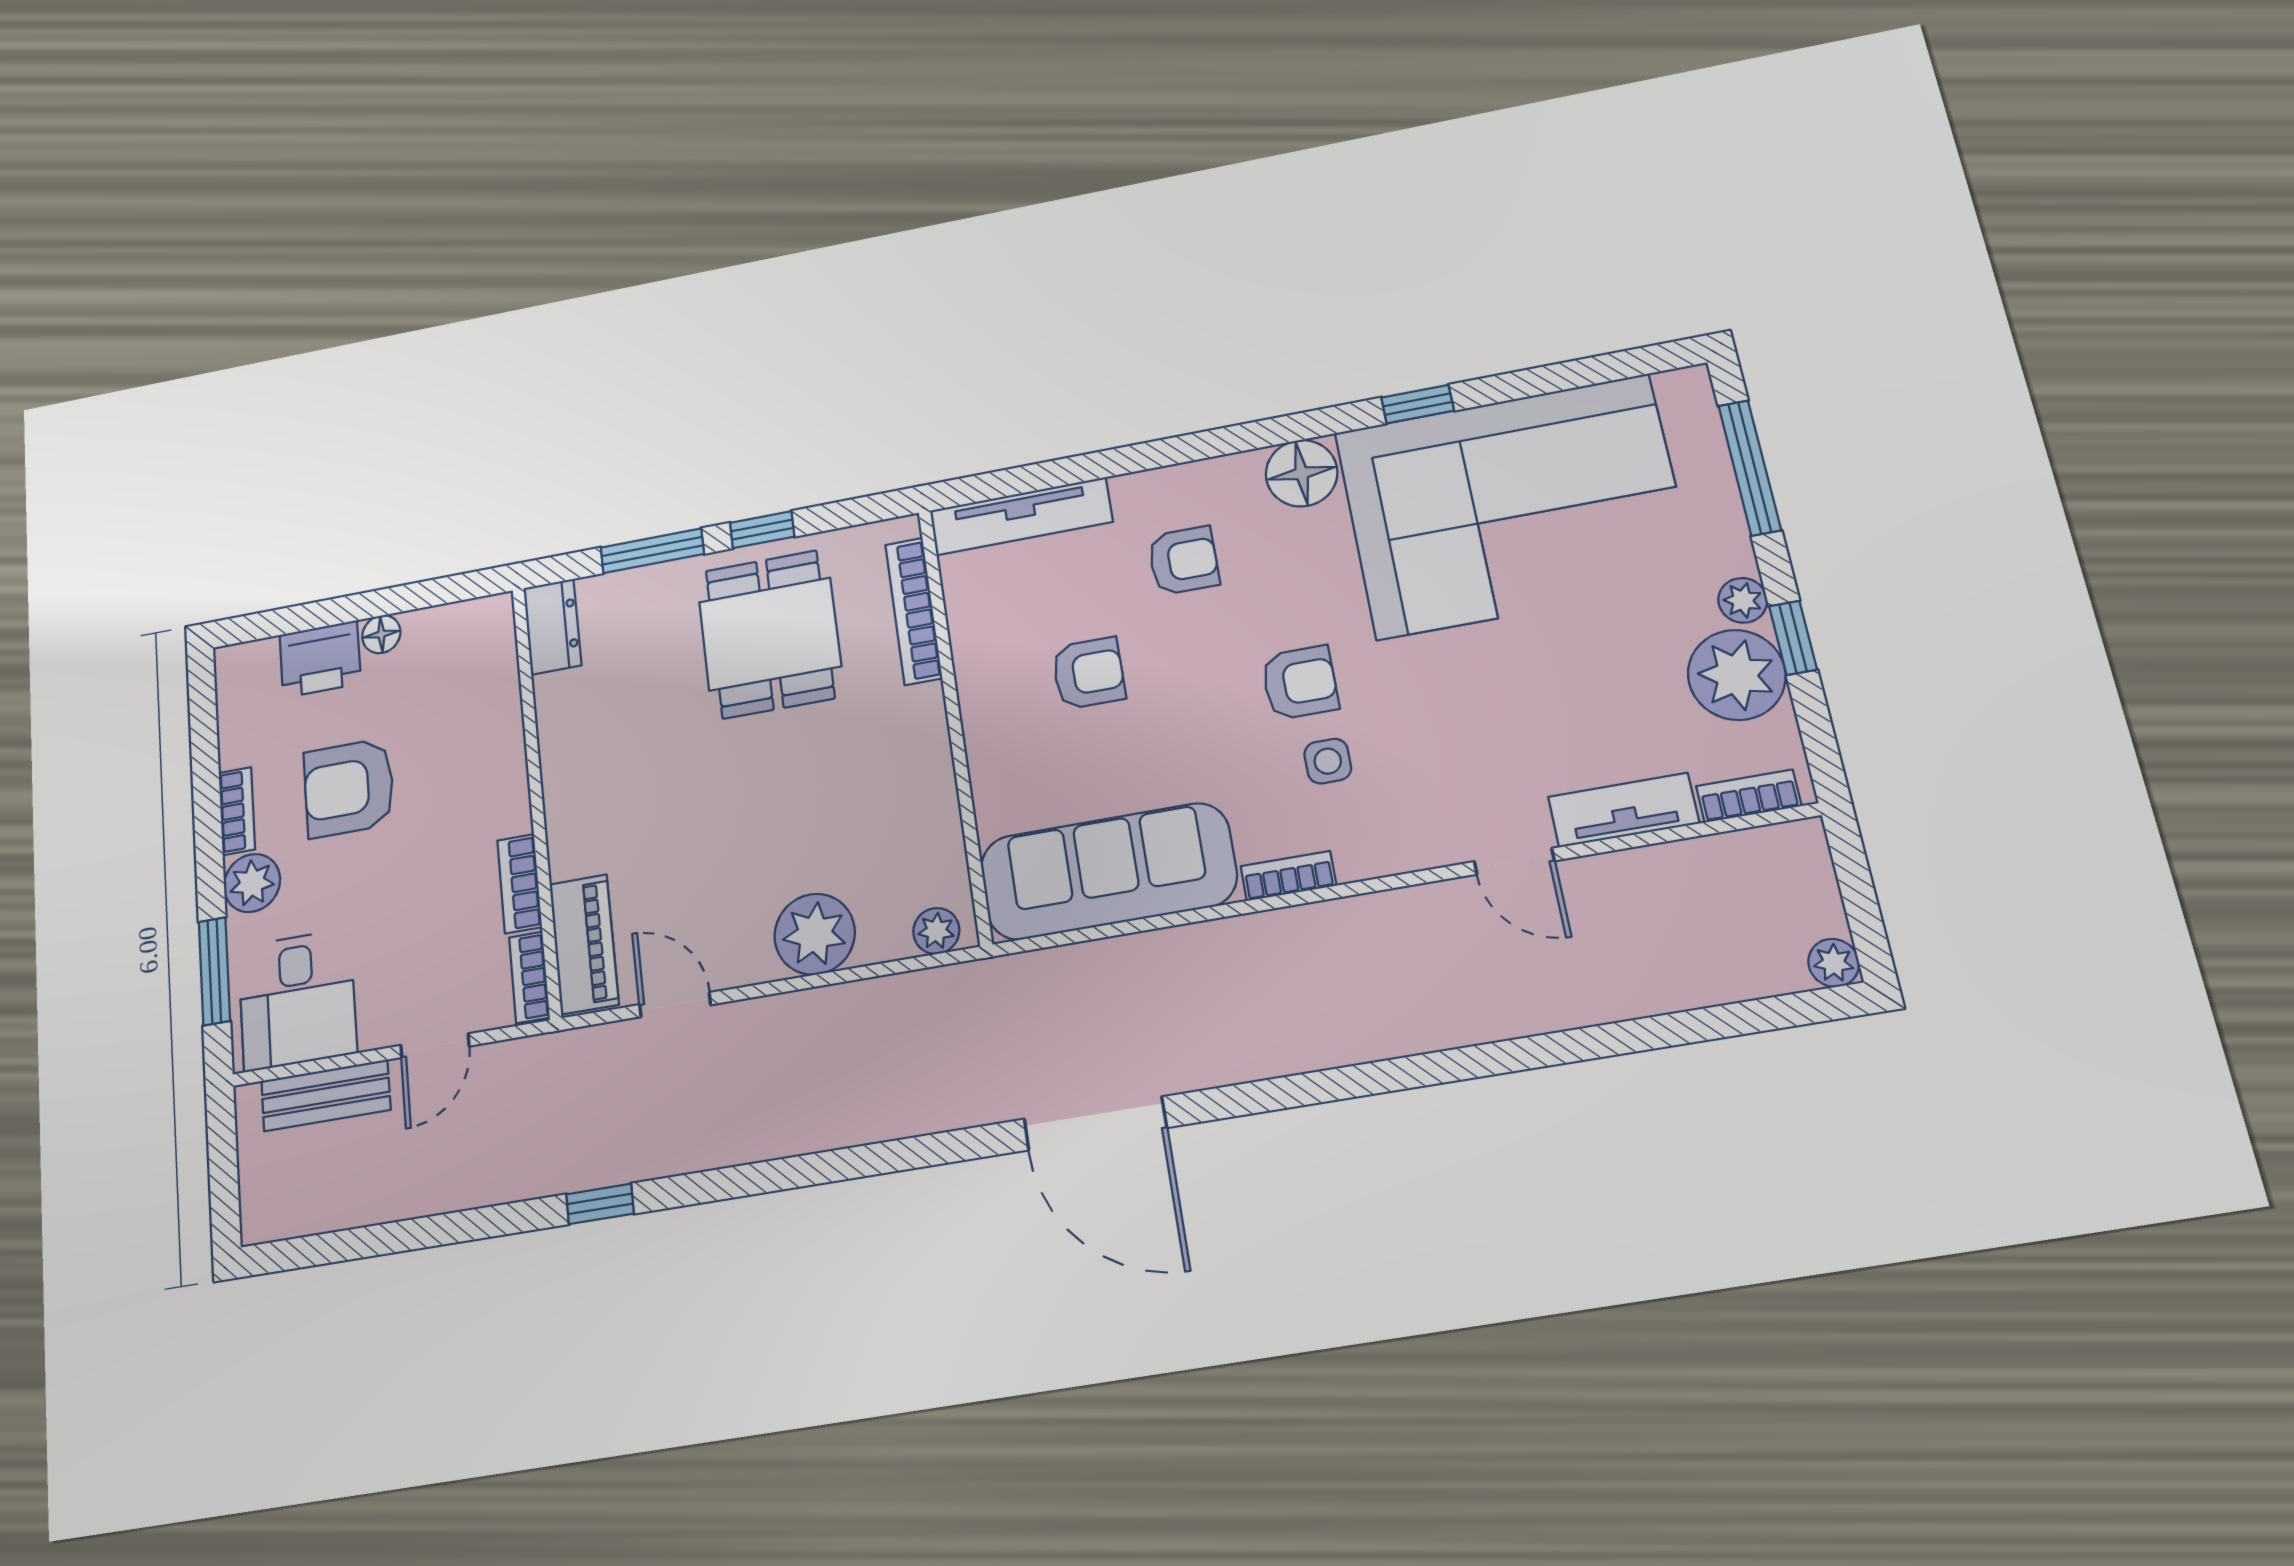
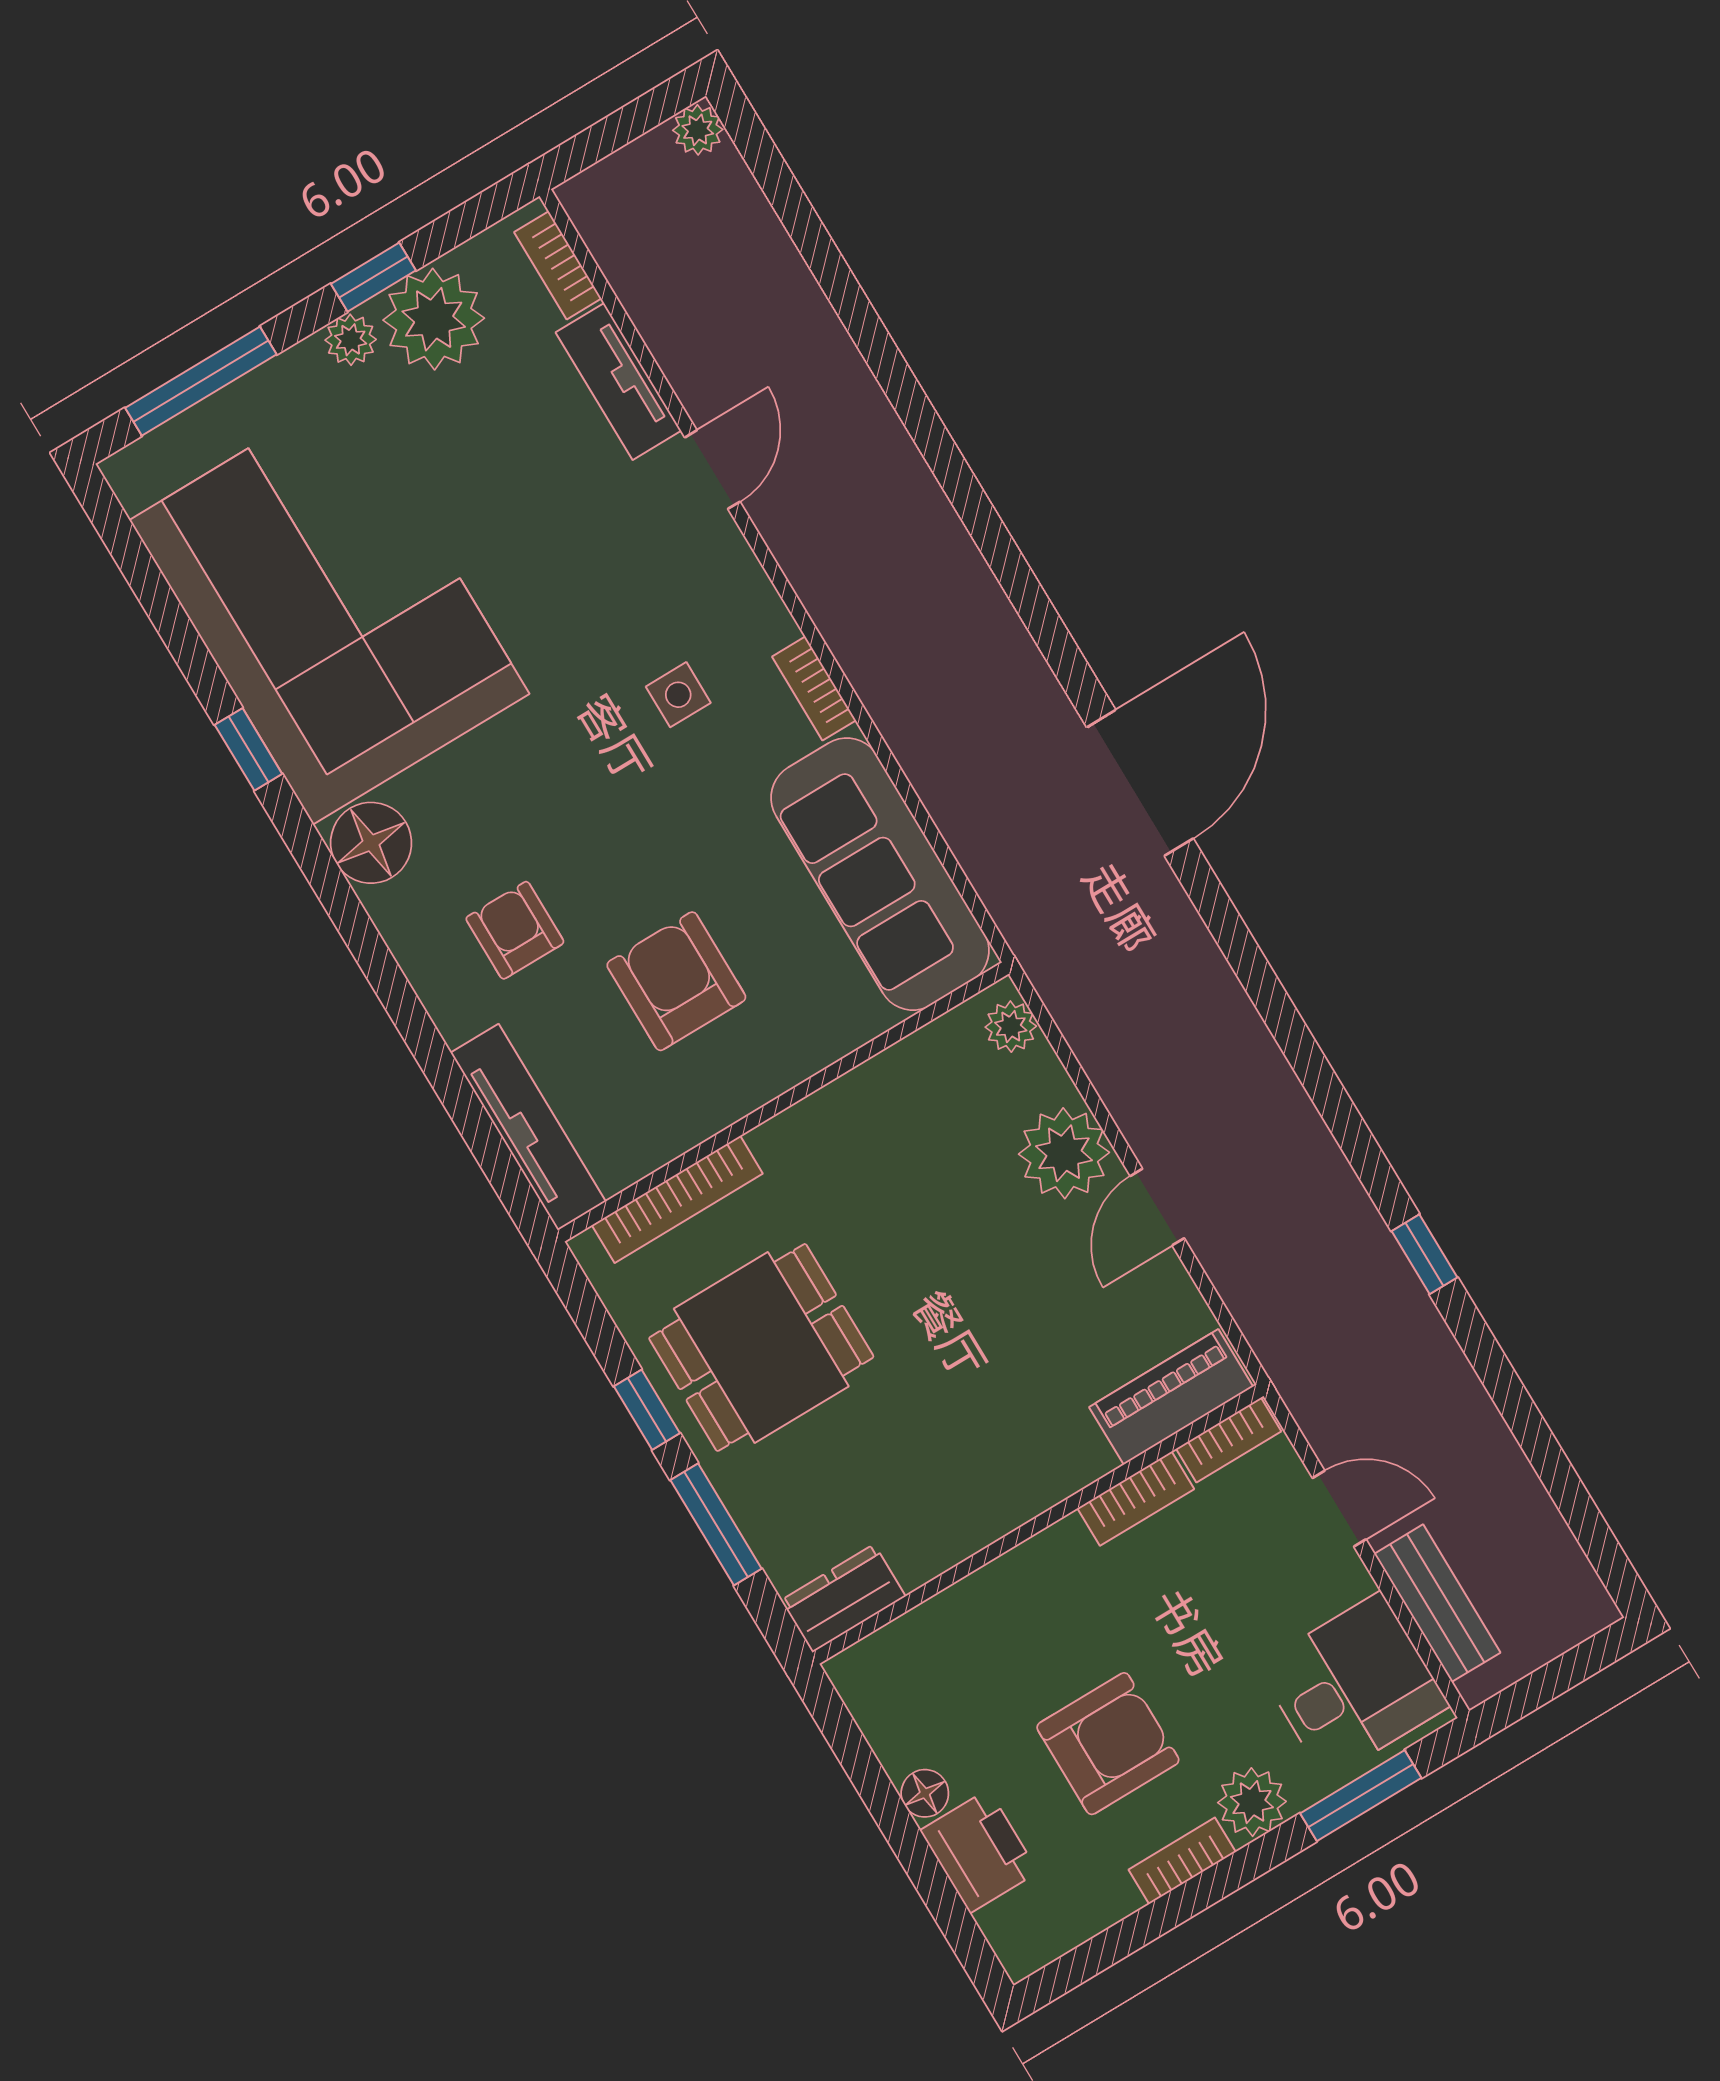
armchair: (1089, 673) -> (676, 981), width x1.38, depth x1.38
armchair: (1300, 683) -> (605, 755), removed
armchair: (349, 788) -> (1108, 1744), turned -90
door: (675, 1005) -> (1157, 1207), moved

